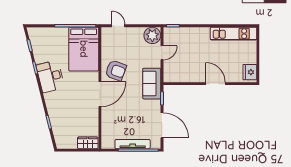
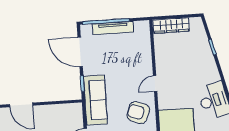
sofa: (152, 84) -> (95, 100), width x1.36
door: (100, 94) -> (155, 84), width x0.53
wardrobe: (88, 143) -> (171, 26), width x1.50

